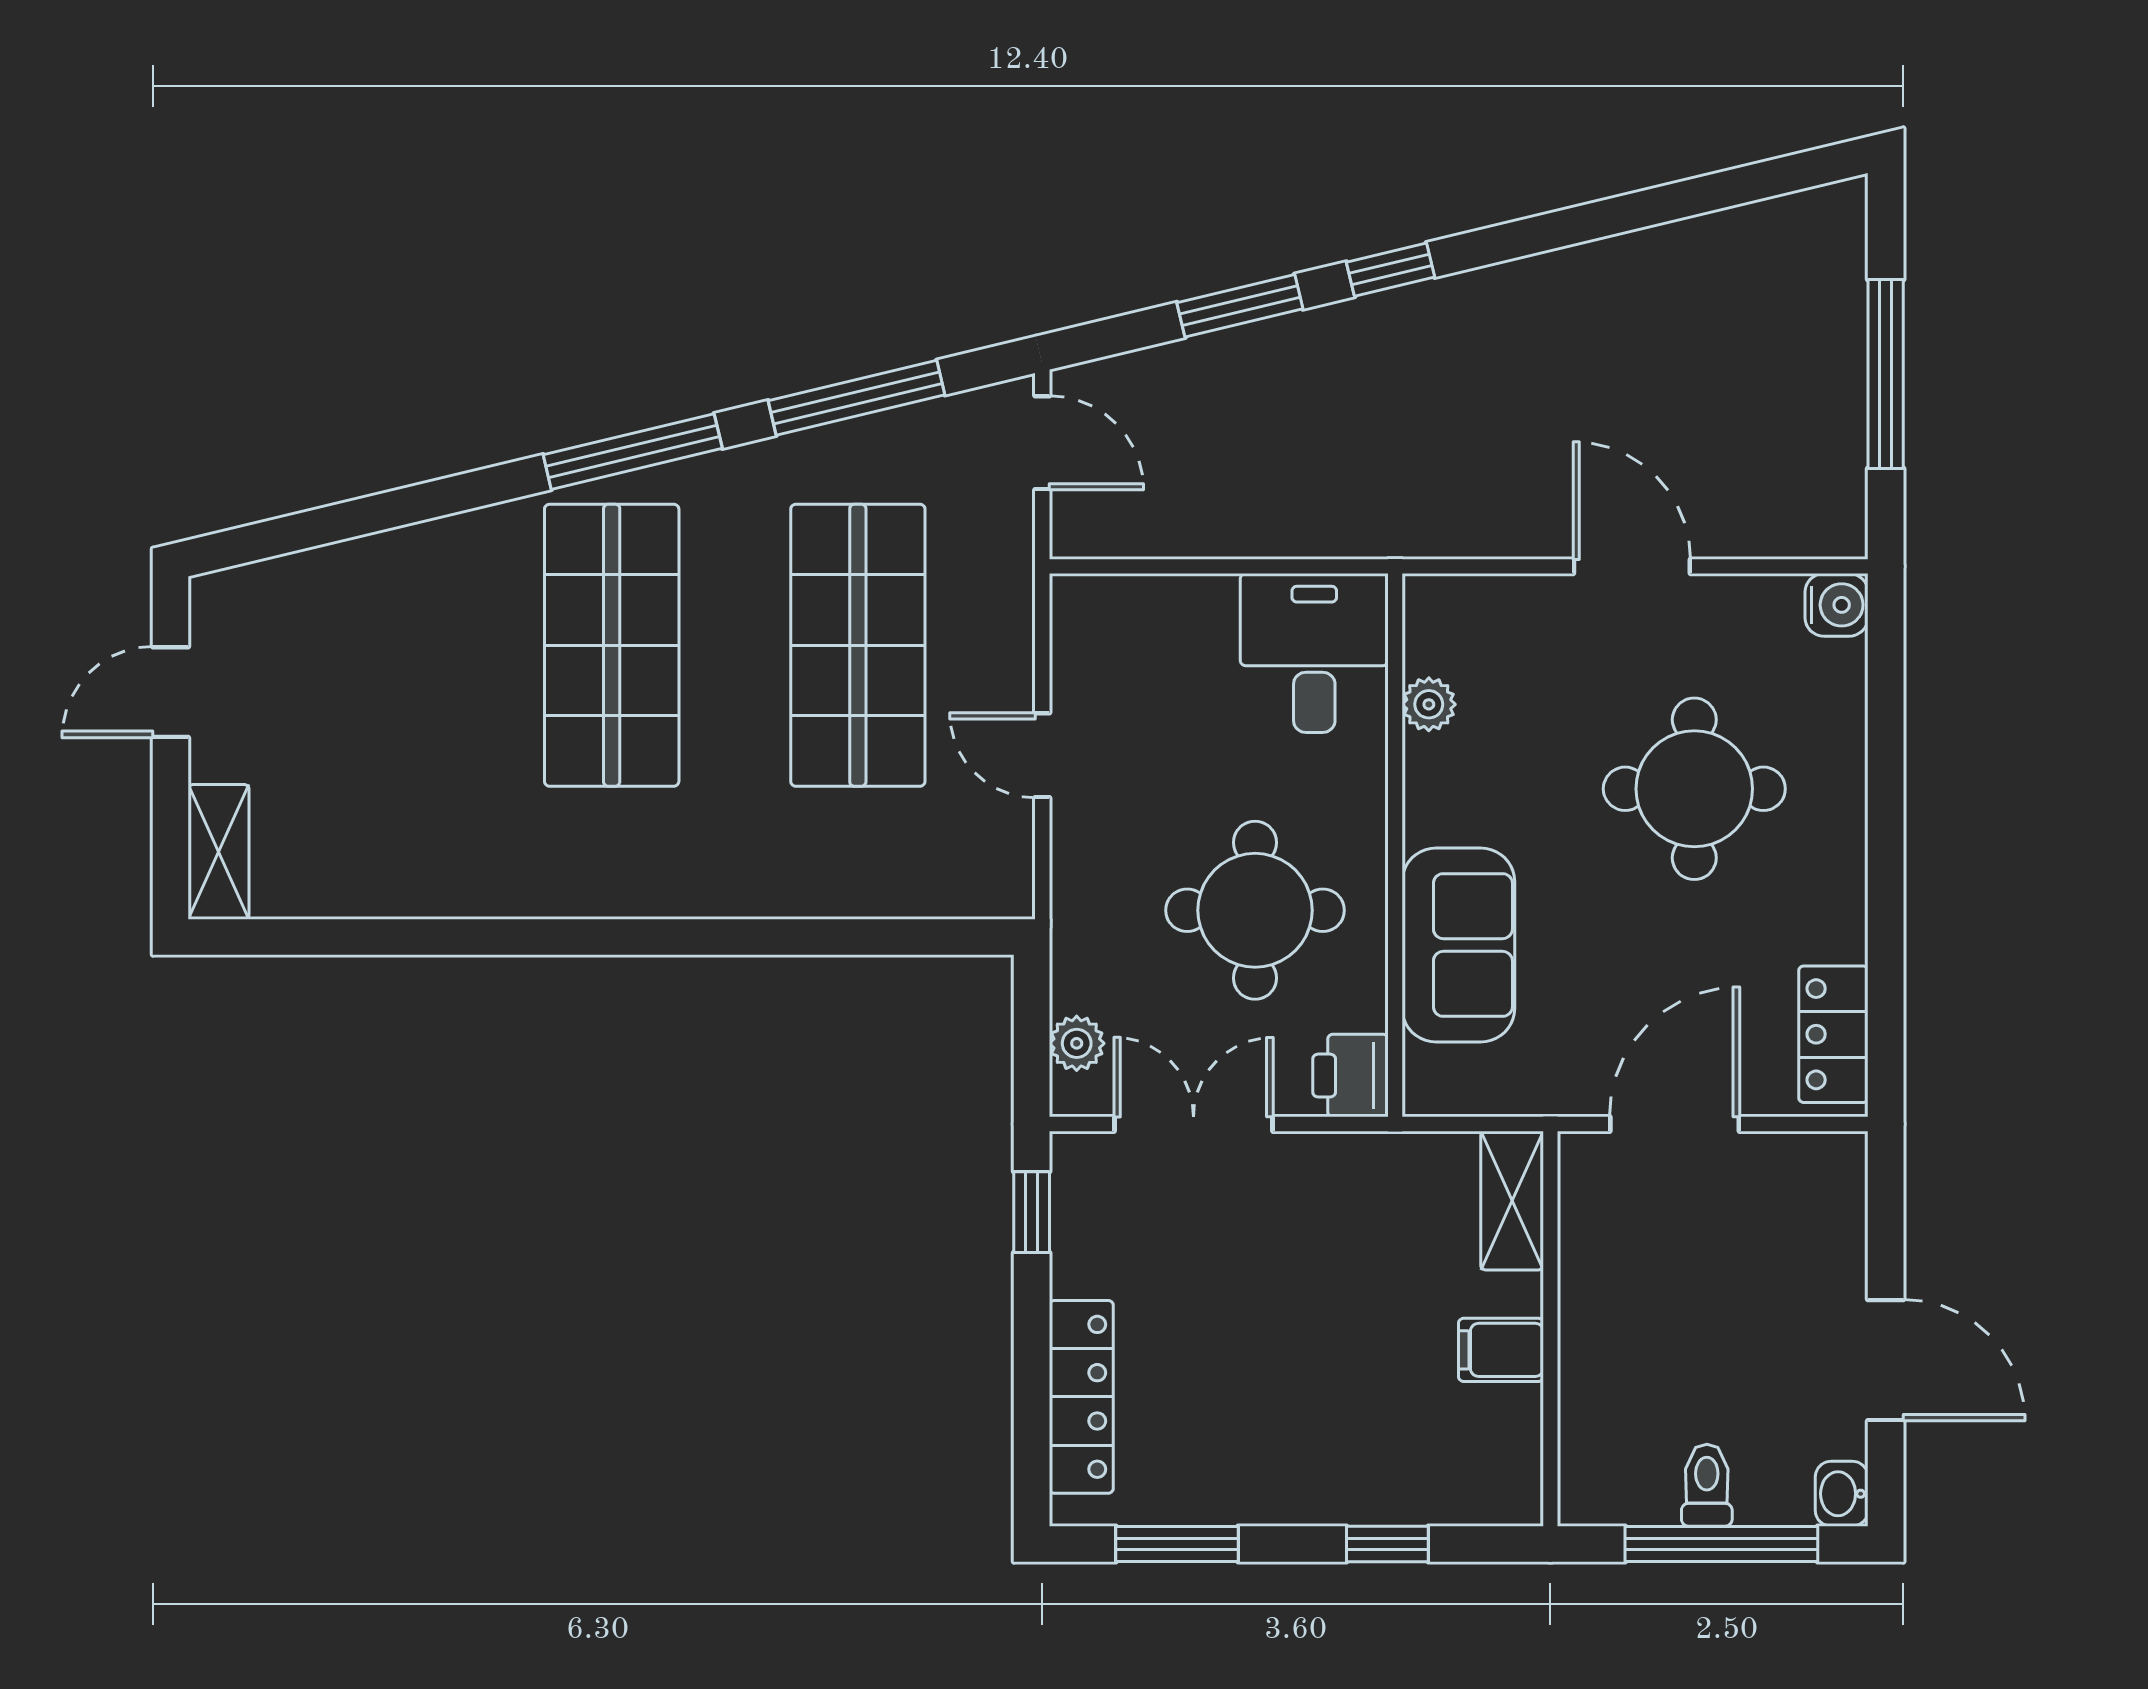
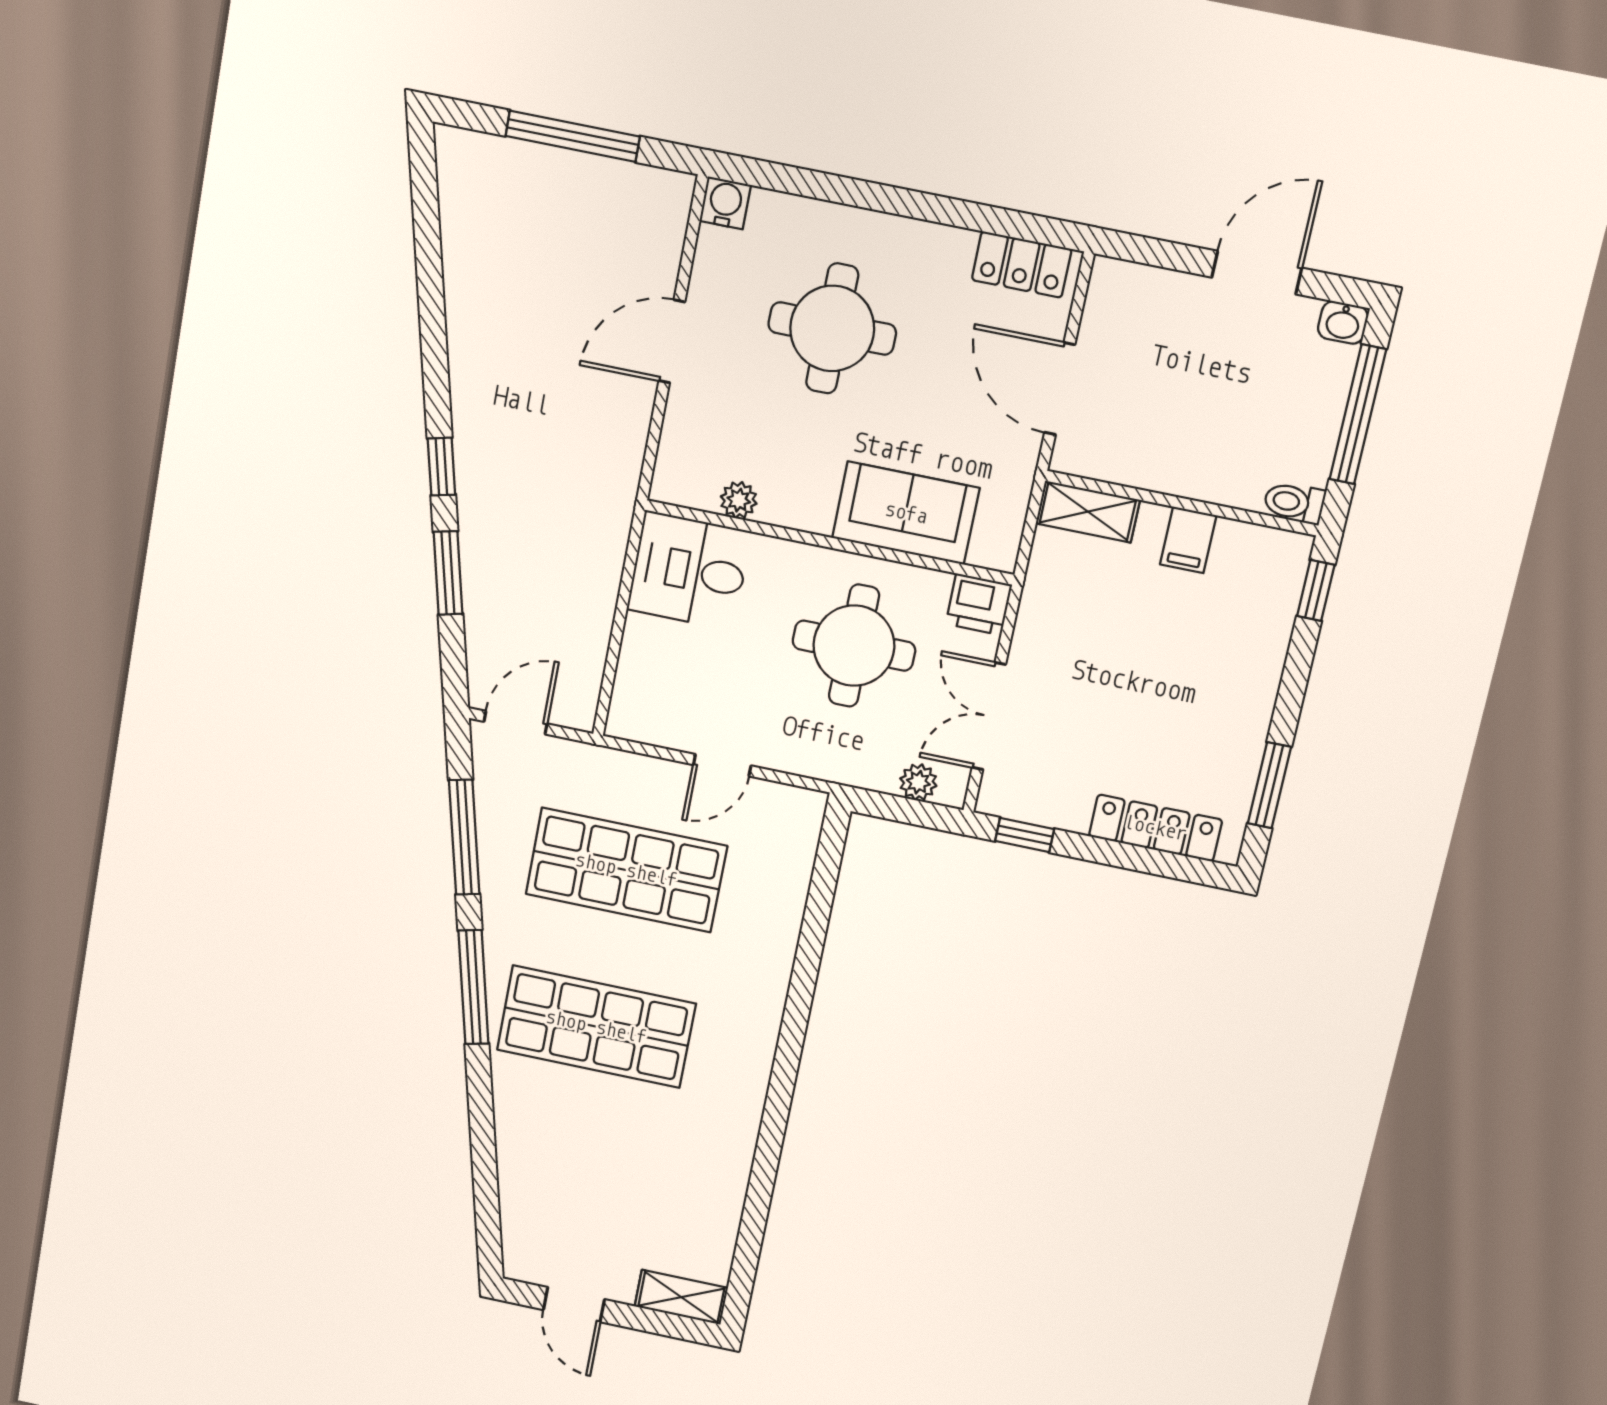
toilet: (1707, 1485) -> (1294, 503), moved
window: (1387, 1544) -> (1316, 590), moved

